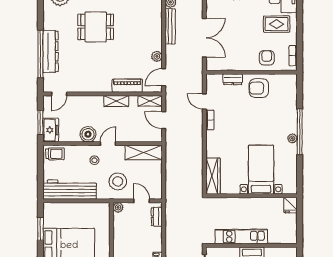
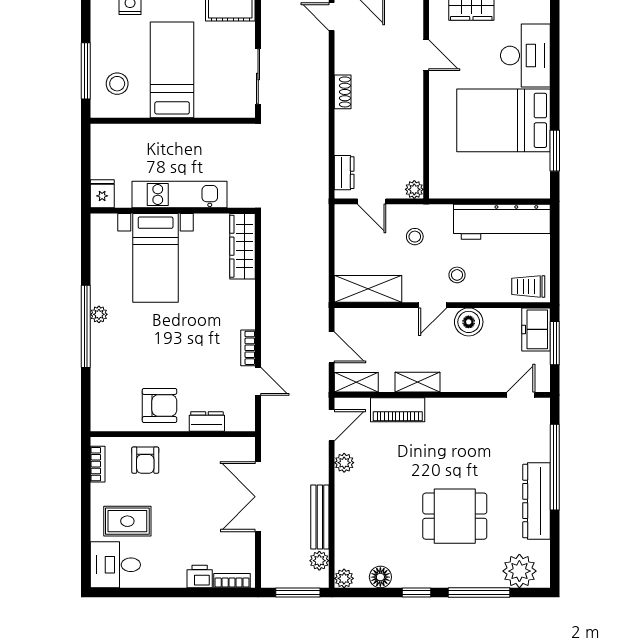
dresser: (51, 51) -> (536, 501), moved
stool: (118, 181) -> (415, 237), width x0.53, depth x0.53
kitchen unit: (241, 237) -> (180, 194), moved, turned 180

